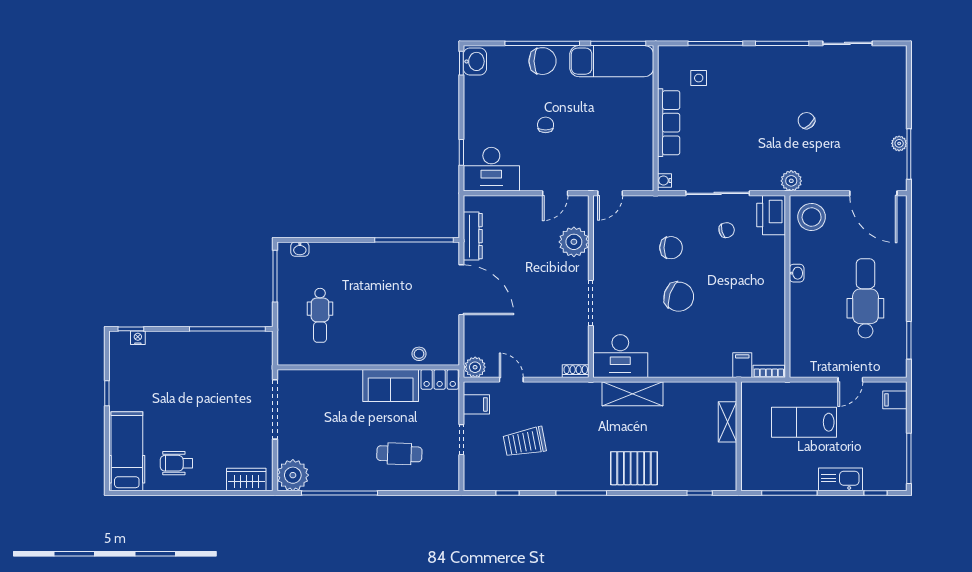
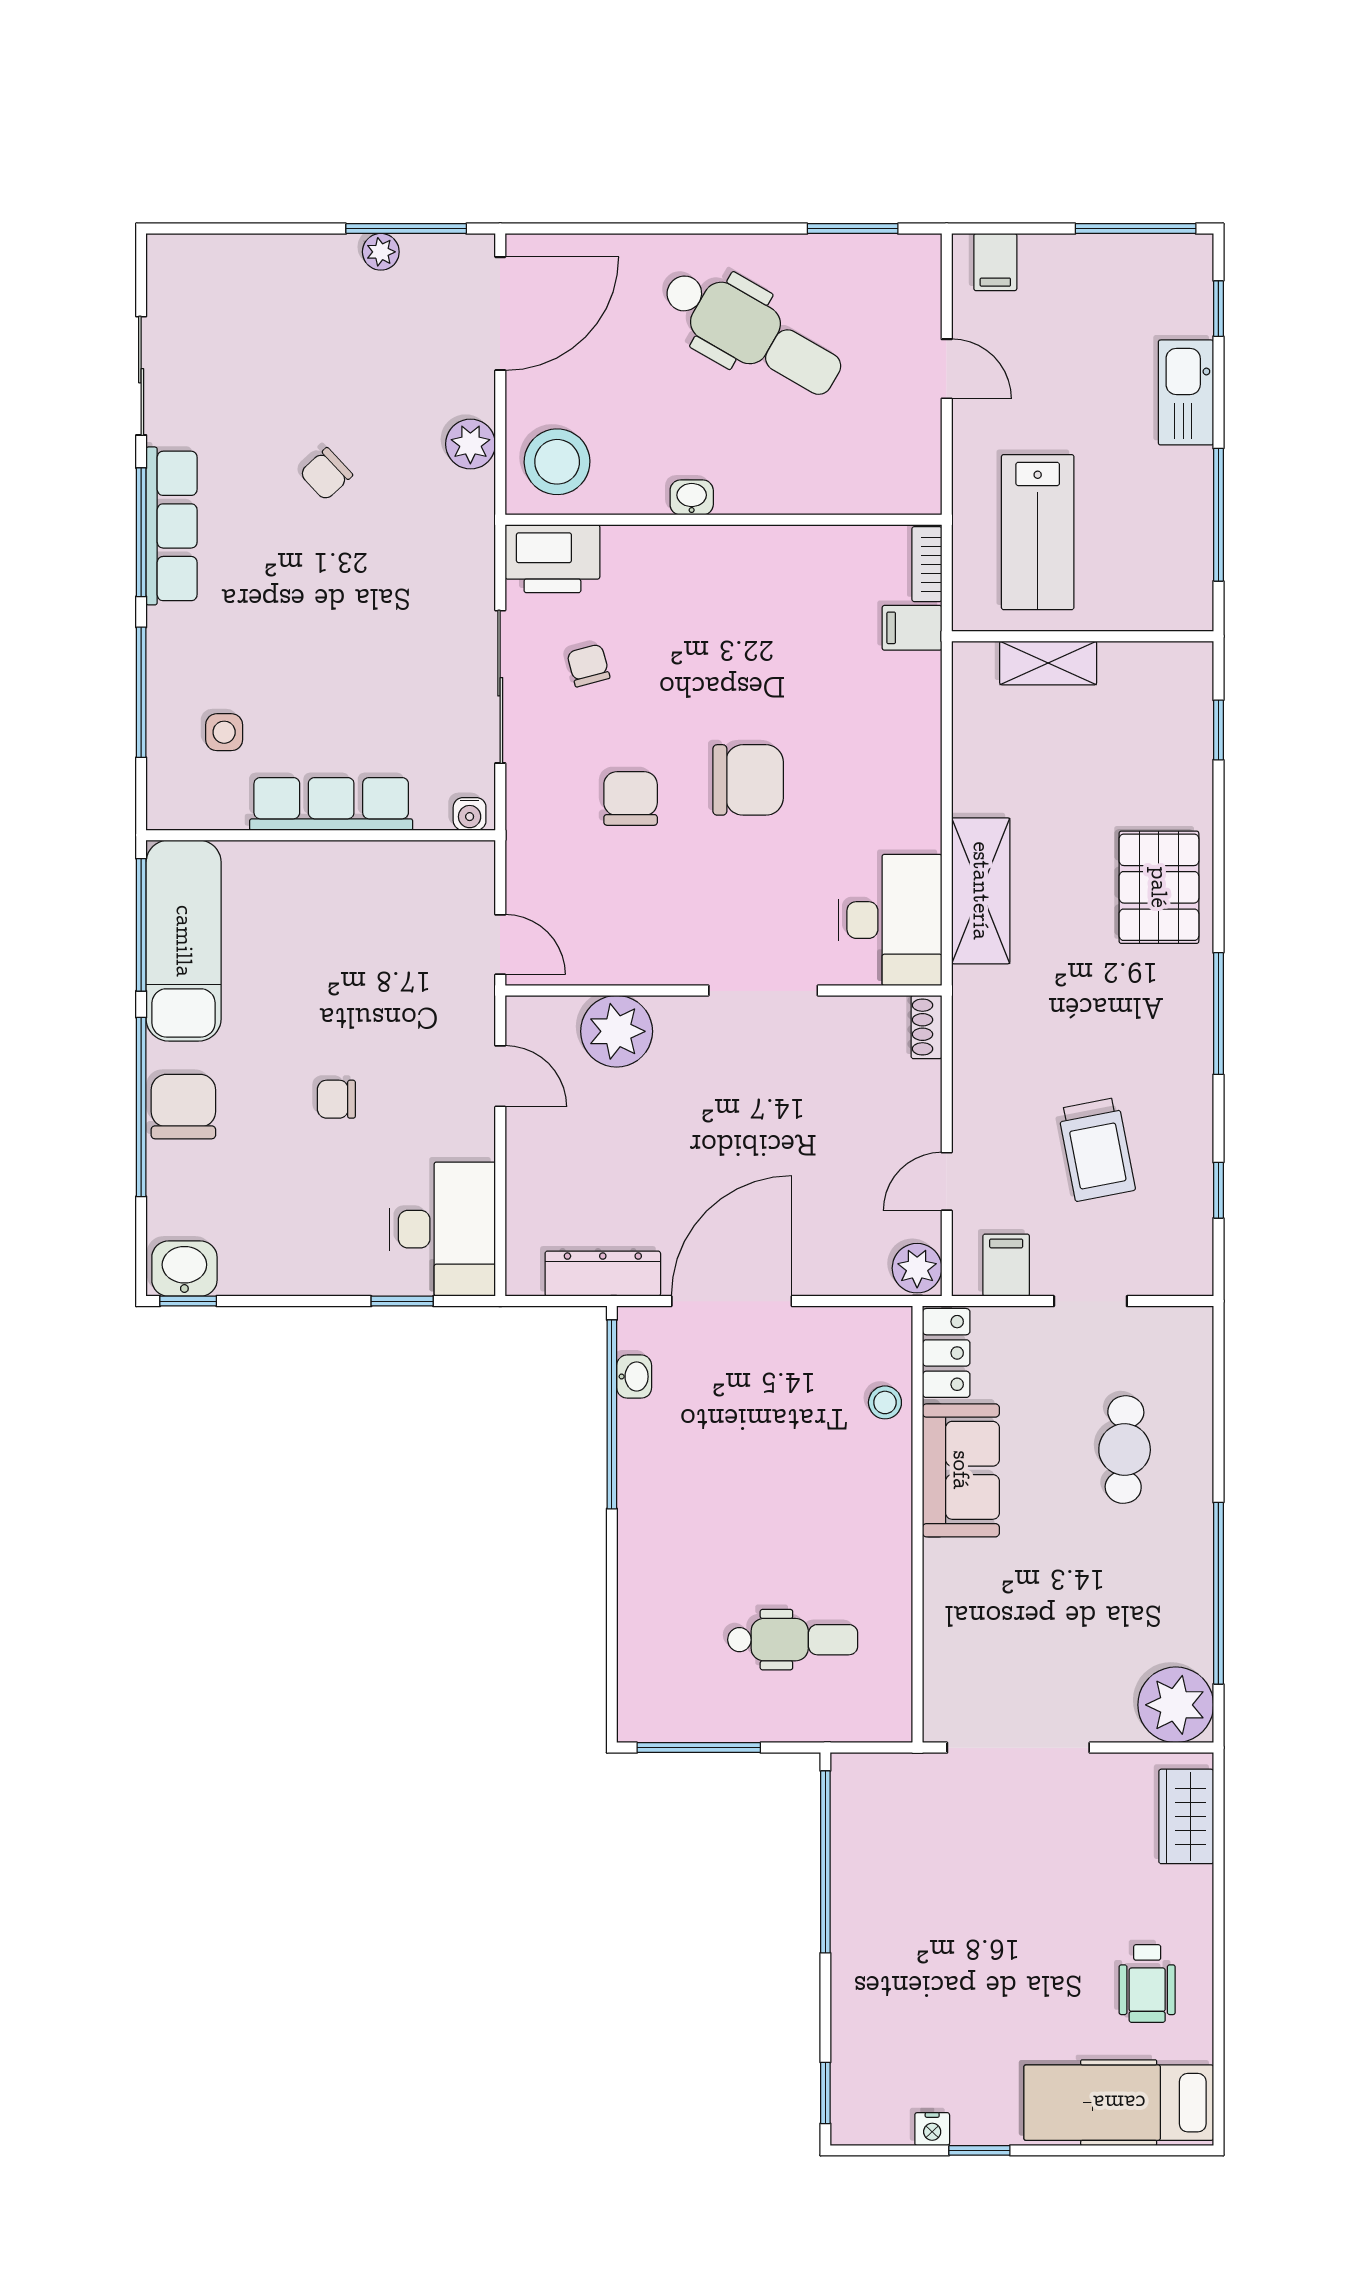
row of seats: (785, 56) -> (172, 526), added
plant: (791, 181) -> (470, 444), moved
washbasin: (300, 249) -> (634, 1377), moved
chair: (679, 297) -> (748, 780), turned 71
dental chair: (865, 298) -> (752, 333), turned -150
nightstand: (138, 338) -> (932, 2129), moved, turned -90
lab bench: (804, 422) -> (1038, 532), moved

